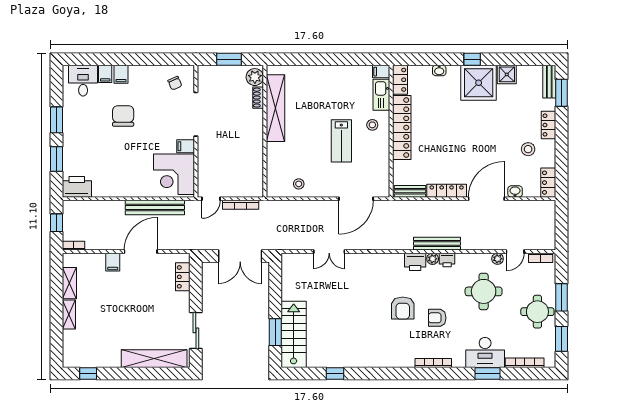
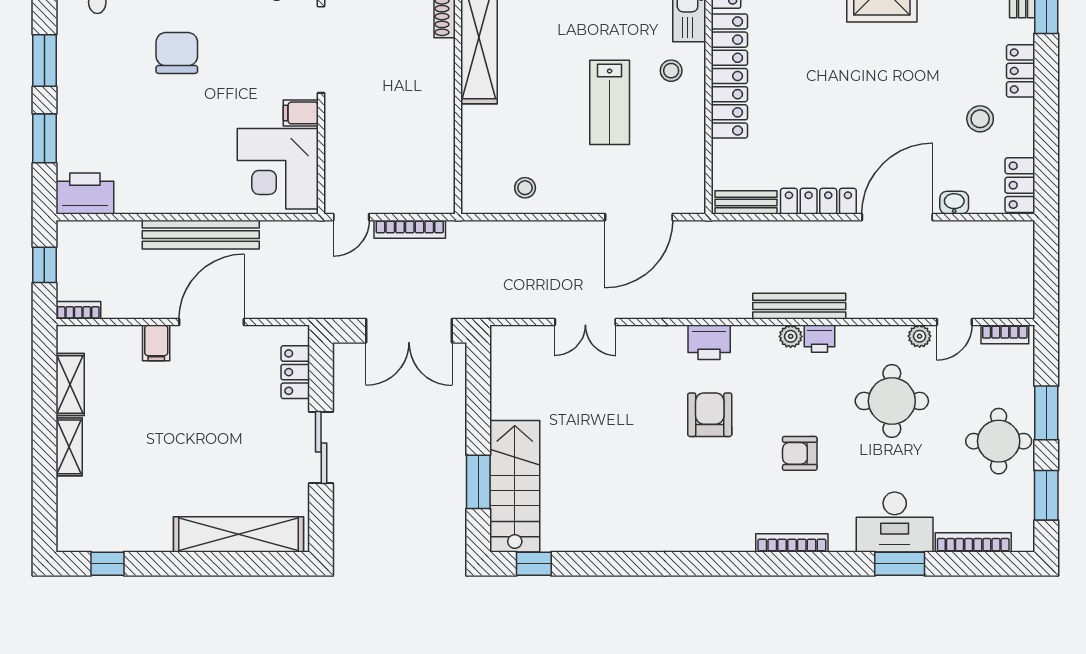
bench: (155, 208) -> (201, 235), moved
printer: (415, 262) -> (709, 342), moved
armchair: (403, 308) -> (710, 415), moved, turned 180
sliding door: (196, 330) -> (321, 448), moved
window: (335, 373) -> (534, 564), moved

